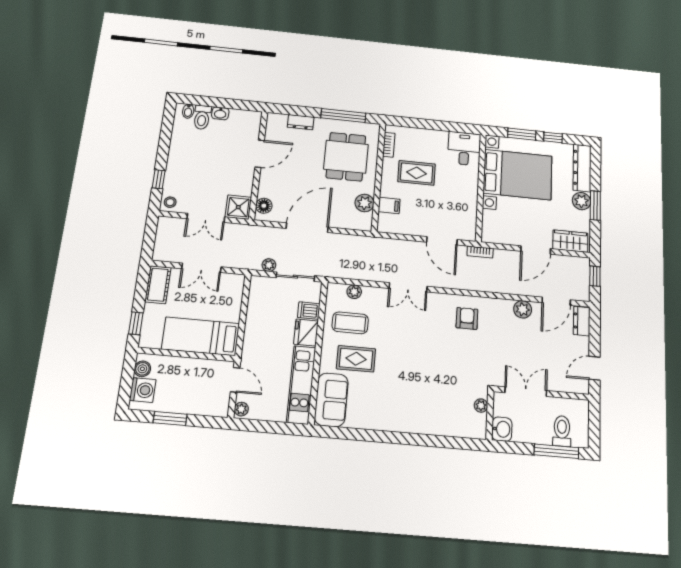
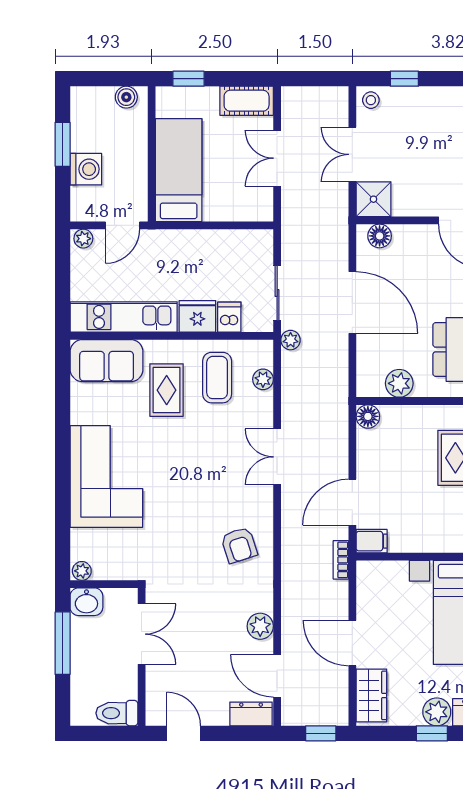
filing cabinet: (389, 205) -> (372, 541), moved, turned -90
window: (595, 205) -> (432, 733), width x0.67
floor lamp: (385, 225) -> (368, 416), added
plant: (269, 265) -> (291, 340), moved
armchair: (467, 318) -> (239, 545), turned 72
washing machine: (143, 390) -> (86, 169), moved, turned -90
plant: (481, 406) -> (82, 571), moved
corner sofa: (414, 407) -> (106, 476), added
toilet: (562, 431) -> (117, 713), moved, turned 180
window: (556, 451) -> (63, 643), moved

